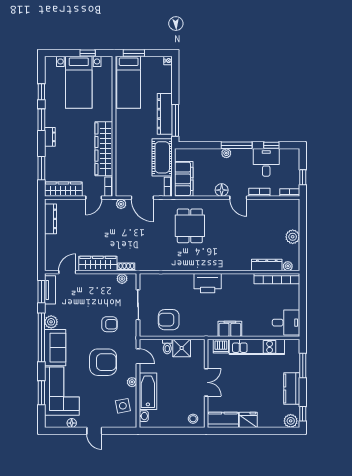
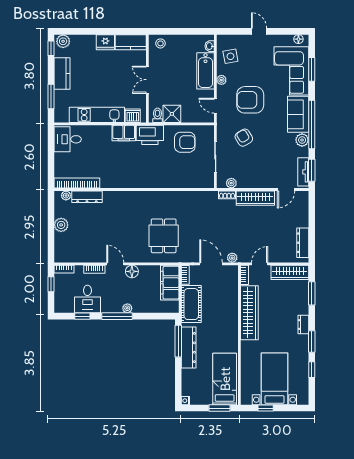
printer: (208, 283) -> (150, 135), moved, turned 180
armchair: (109, 324) -> (244, 138), turned 59
toilet: (167, 347) -> (157, 115), moved
floor lamp: (72, 423) -> (298, 39), moved

